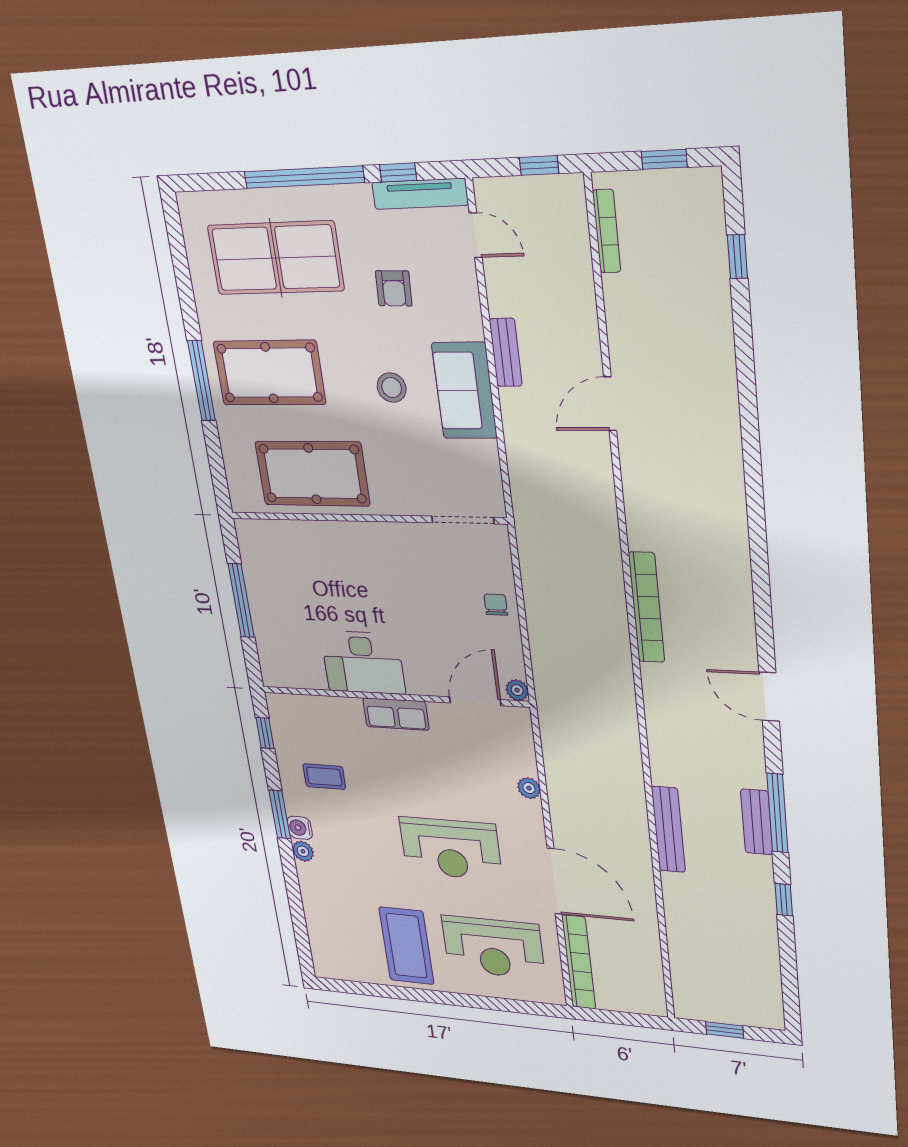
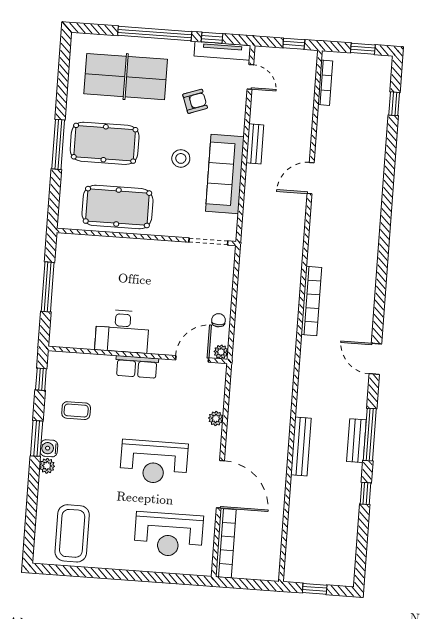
armchair: (394, 288) -> (195, 101), turned -112
sofa: (464, 391) -> (225, 174), width x1.36
chair: (496, 605) -> (219, 320), moved
coffee table: (406, 946) -> (72, 533), moved

